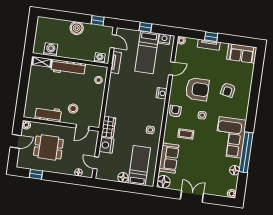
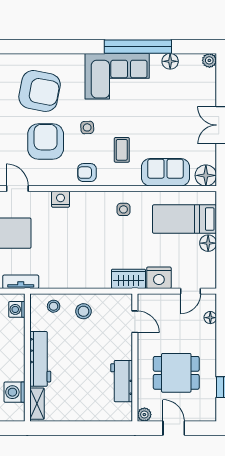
armchair: (228, 90) -> (40, 91), width x1.88, depth x1.88
stool: (73, 109) -> (83, 311), moved
dining table: (48, 147) -> (176, 373), turned 90

